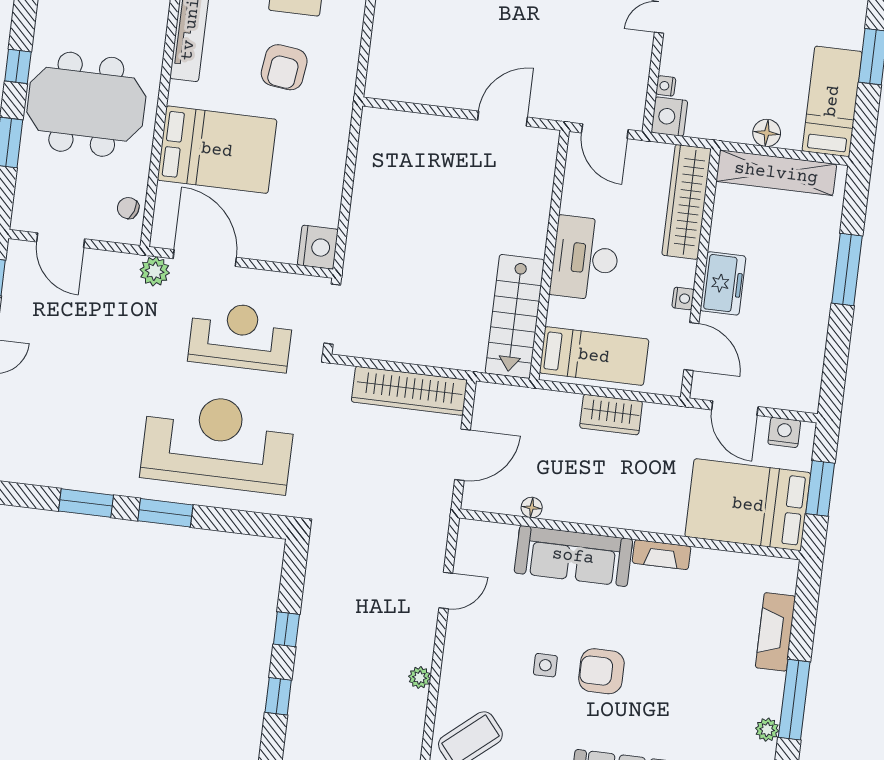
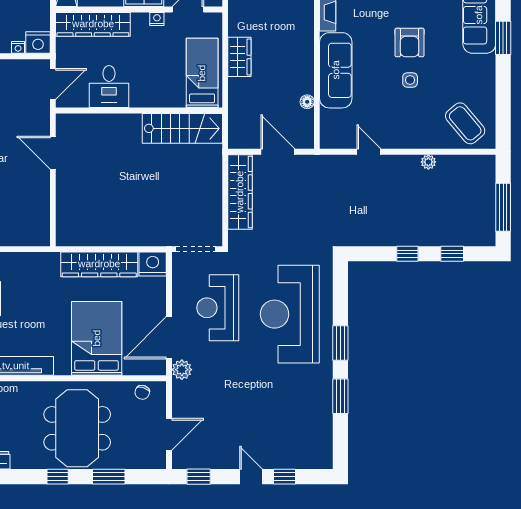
armchair: (284, 67) -> (37, 301), removed
wardrobe: (327, 167) -> (99, 264), added
desk: (585, 258) -> (109, 87), moved, width x0.73

